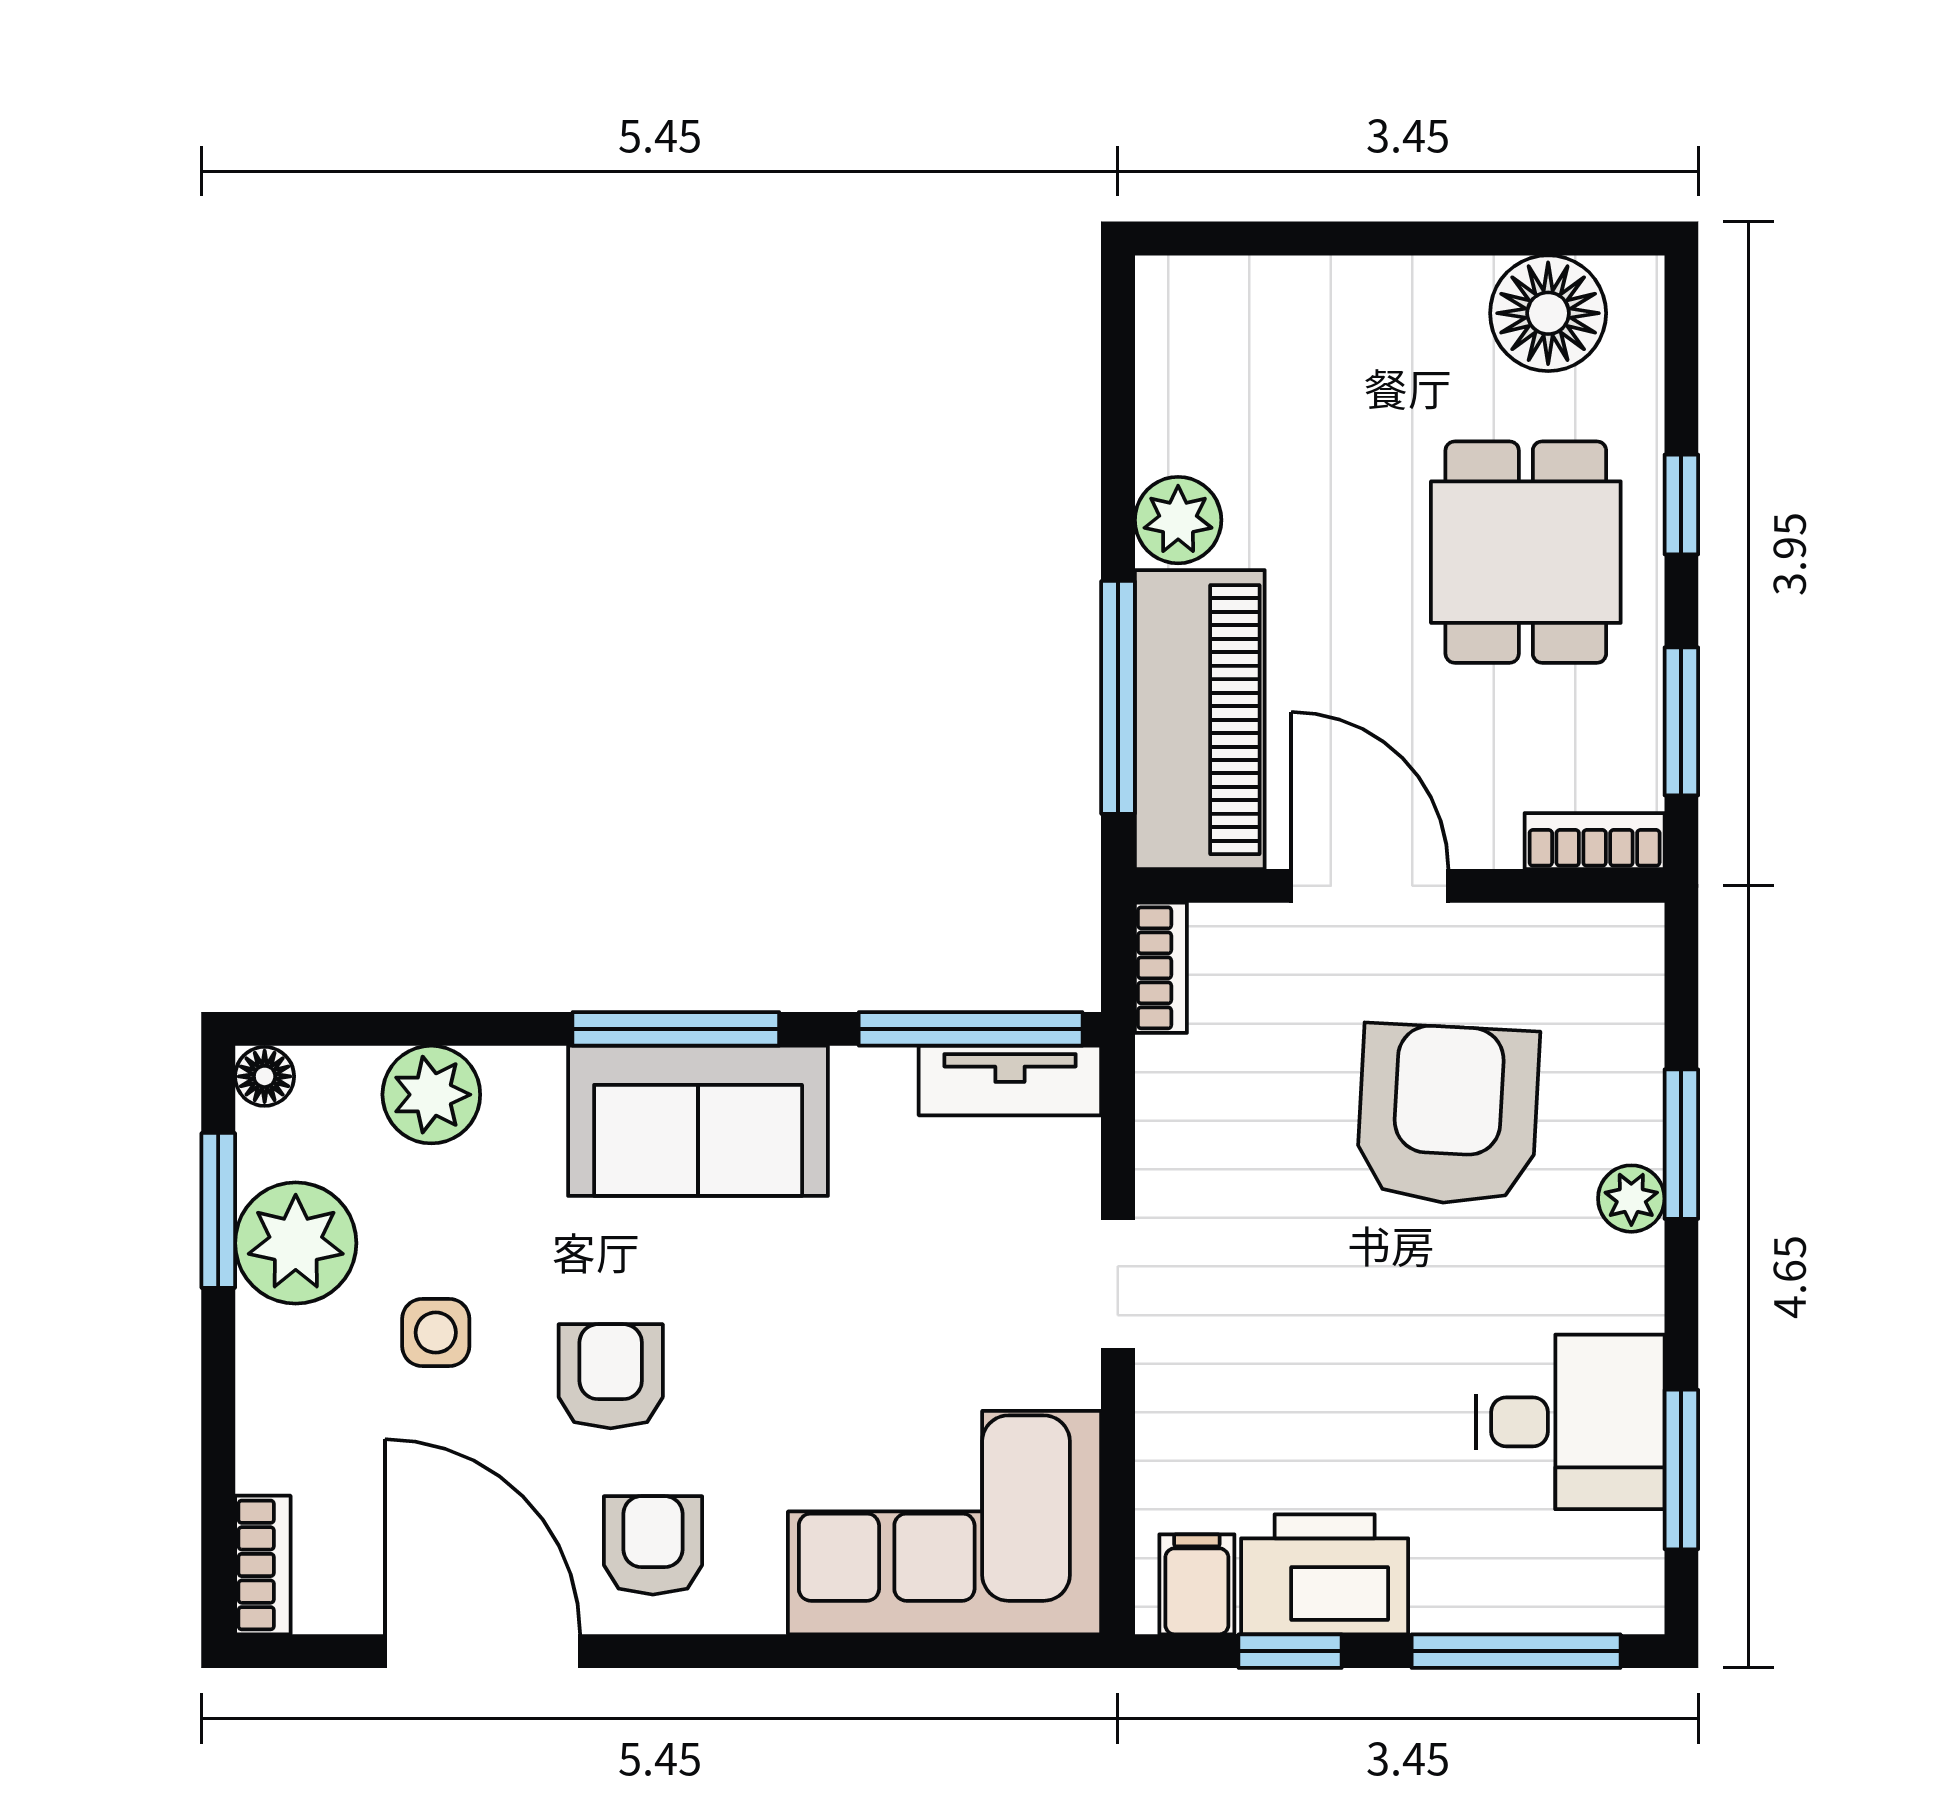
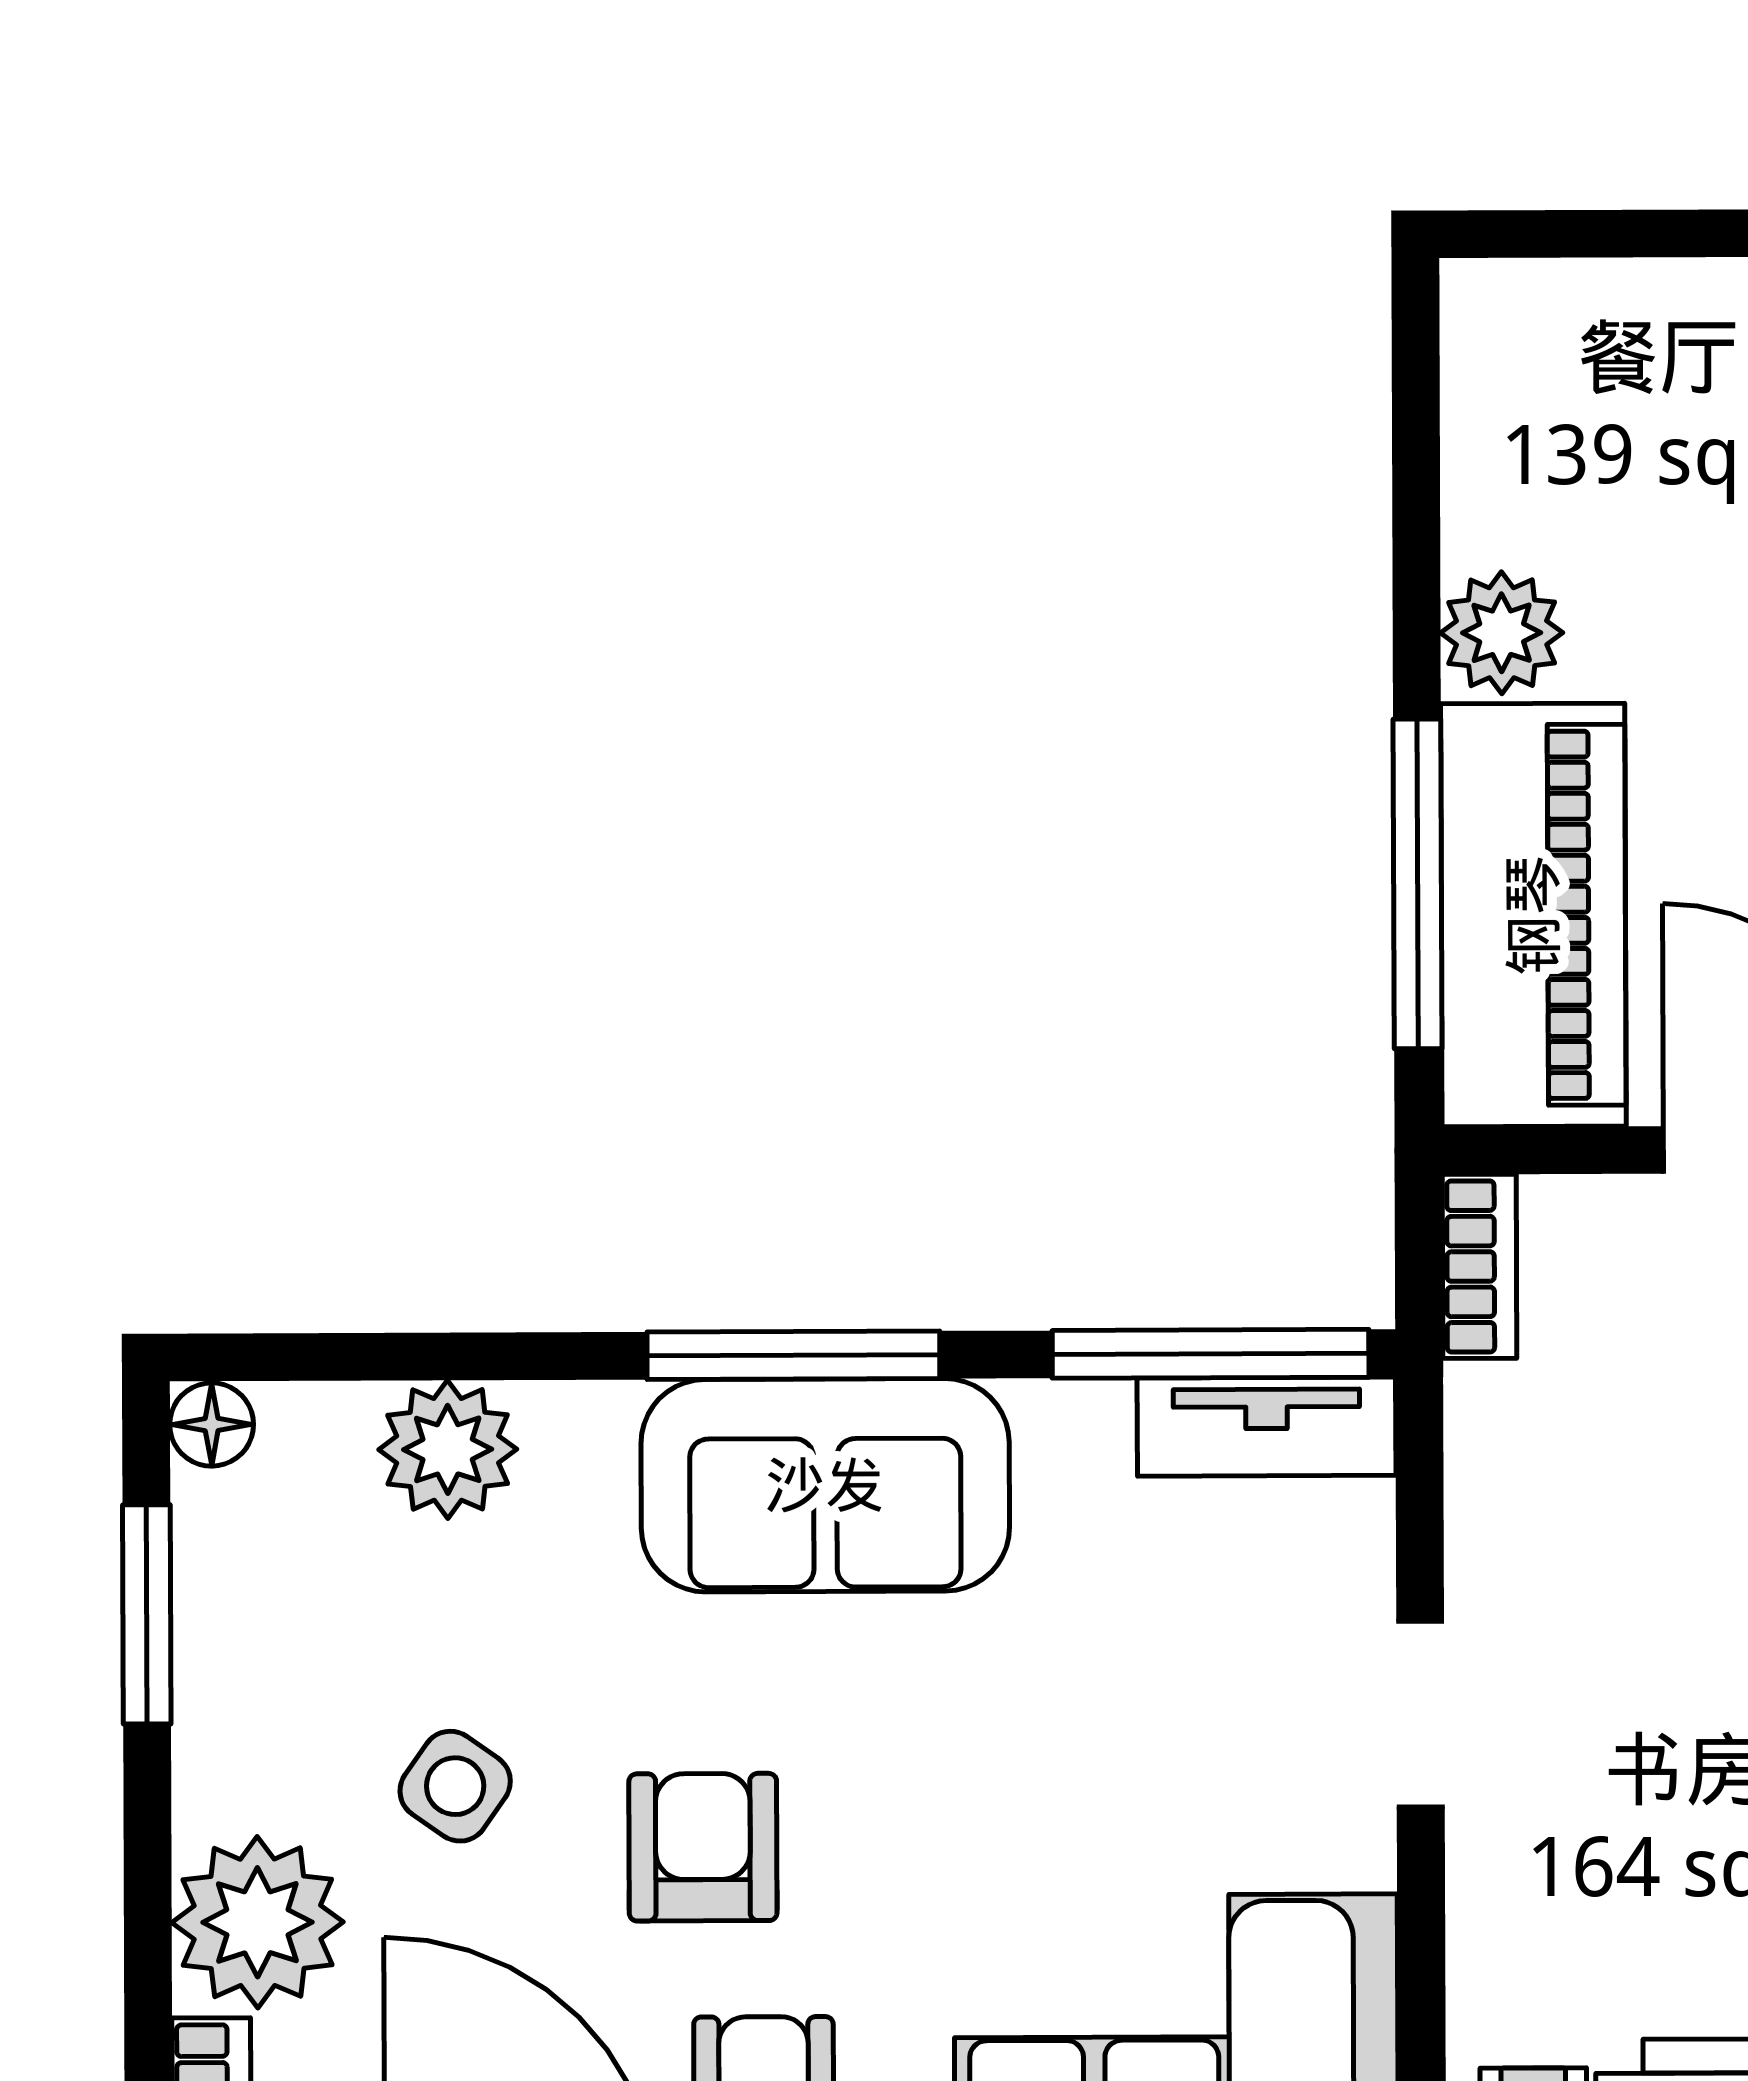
plant: (296, 1243) -> (257, 1922), moved
side table: (436, 1333) -> (455, 1786), turned 35

